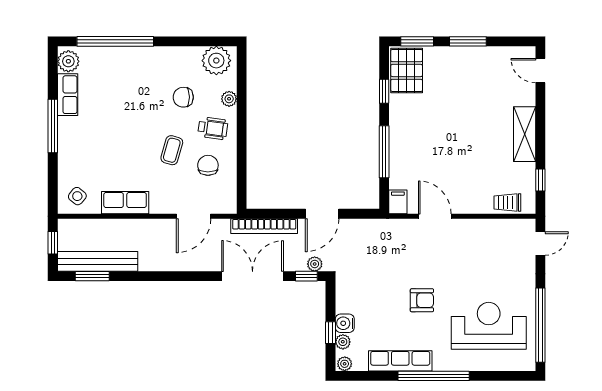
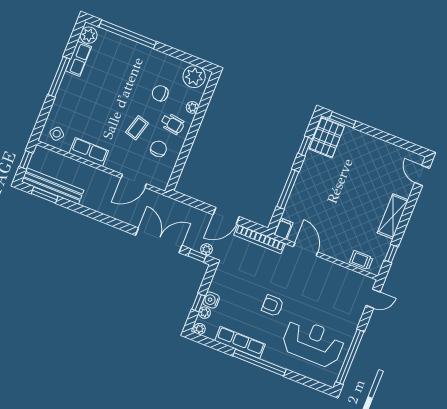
window: (468, 41) -> (379, 134), removed
bookcase: (264, 226) -> (259, 239), moved
armchair: (422, 300) -> (273, 306), turned 180

